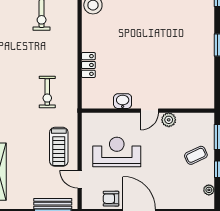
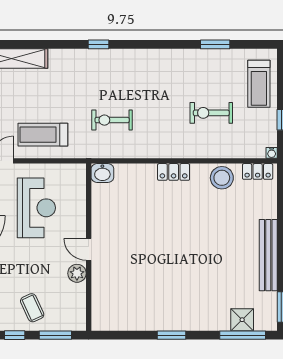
locker: (88, 65) -> (174, 172), moved
washbasin: (123, 101) -> (102, 173), moved, turned 90

